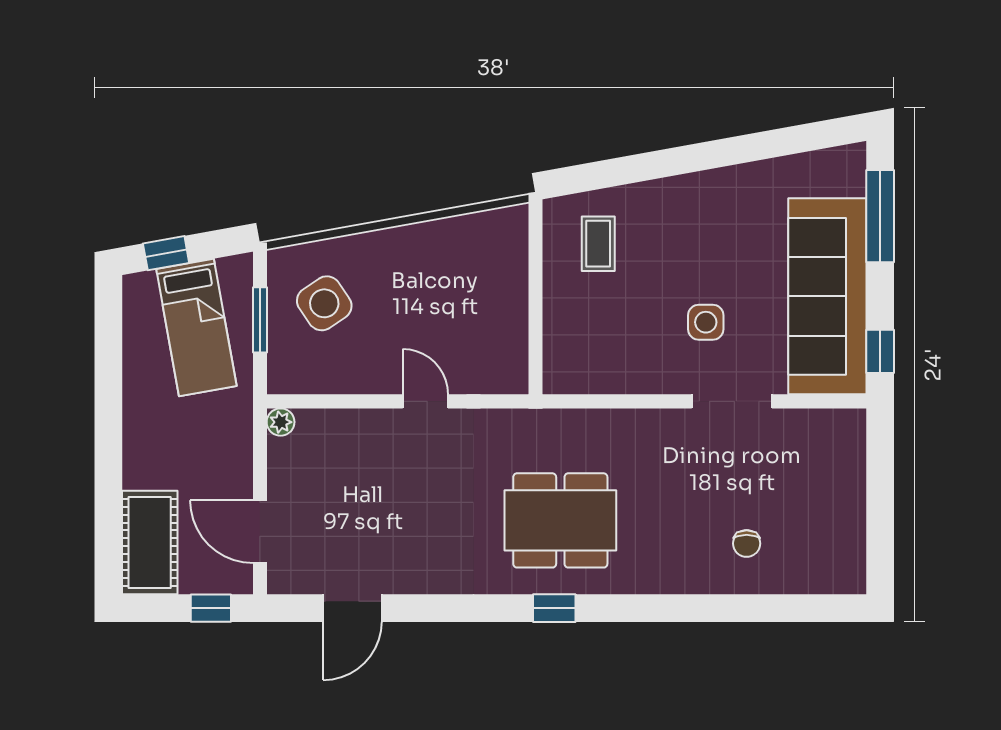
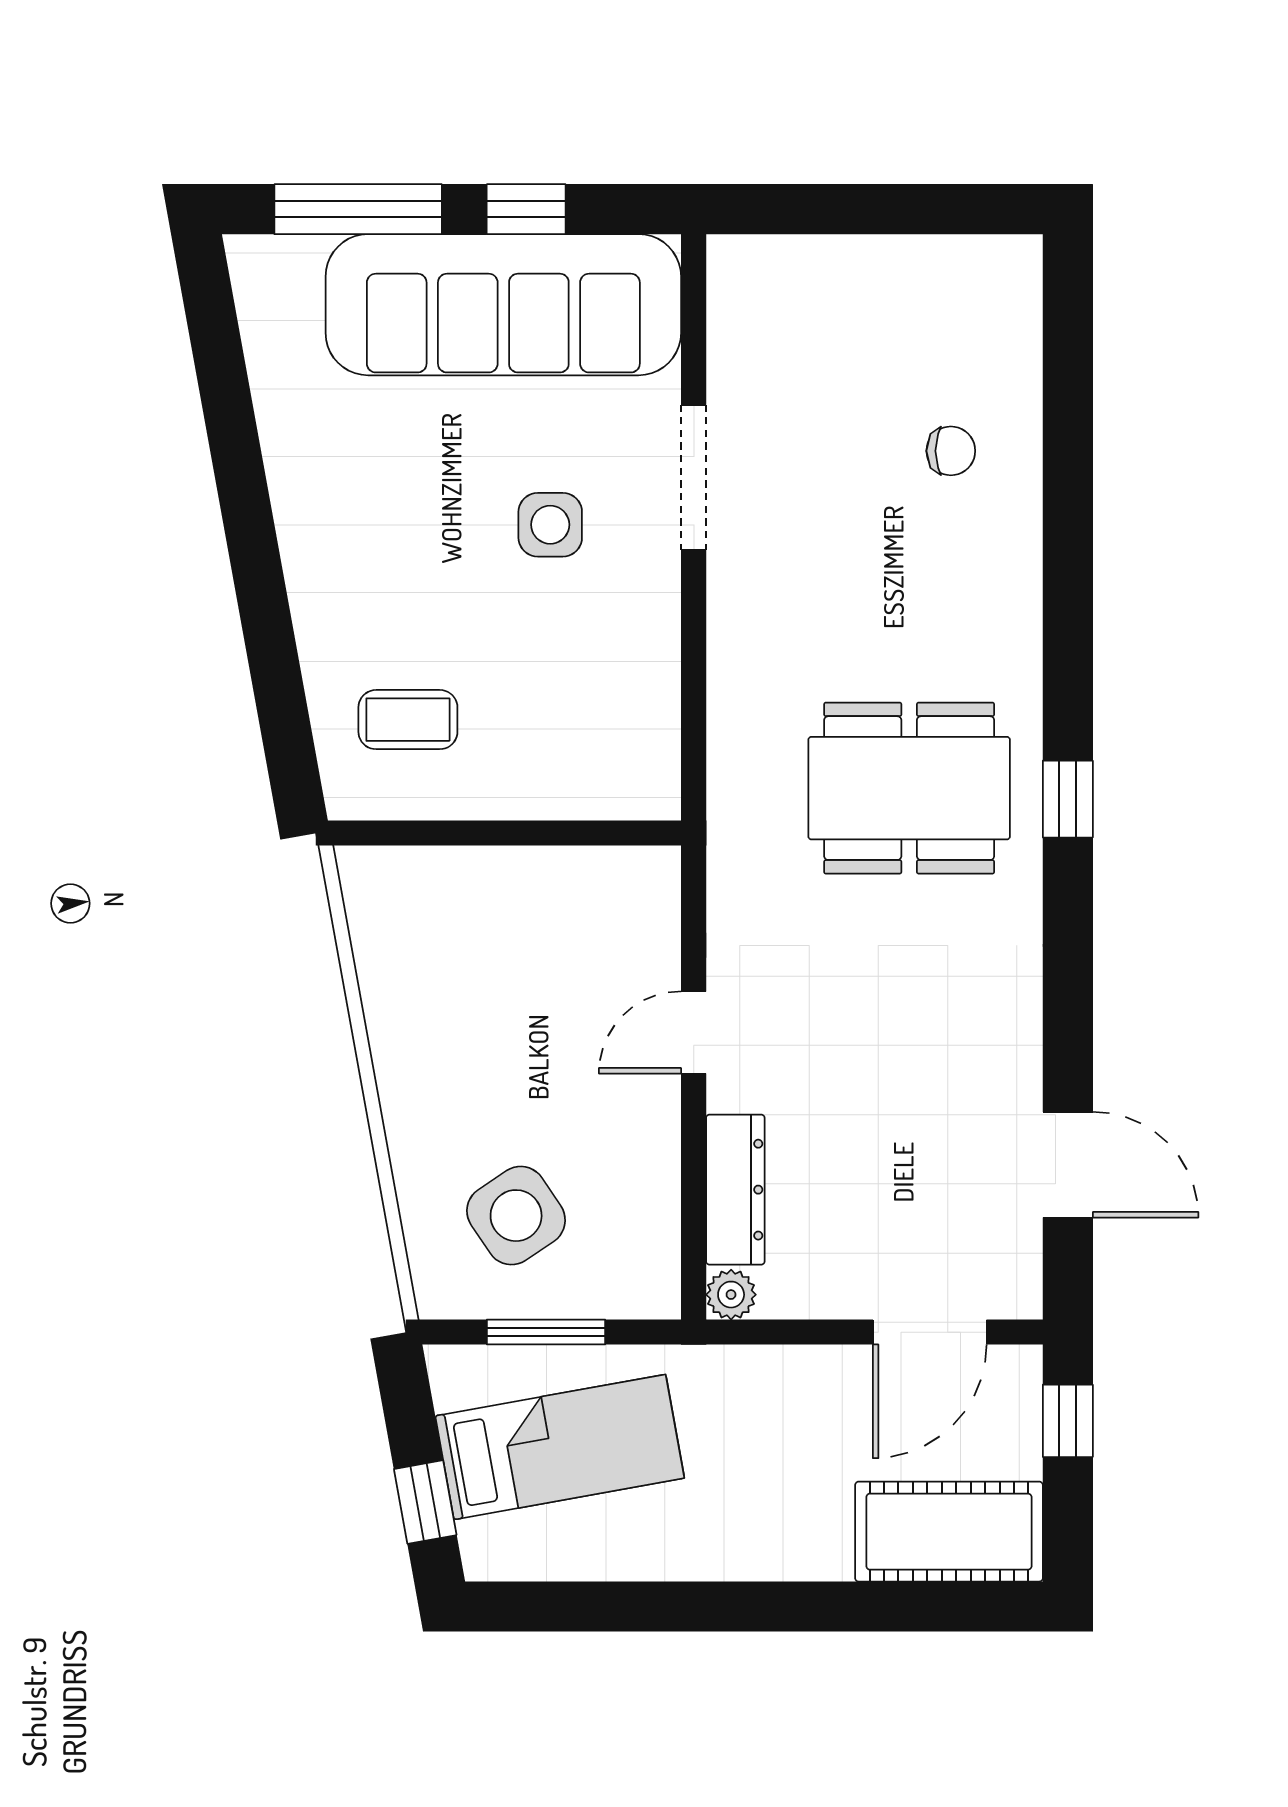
window: (880, 351) -> (526, 209), moved
dresser: (339, 424) -> (735, 1190), added
dining table: (560, 520) -> (909, 788), turned 90

